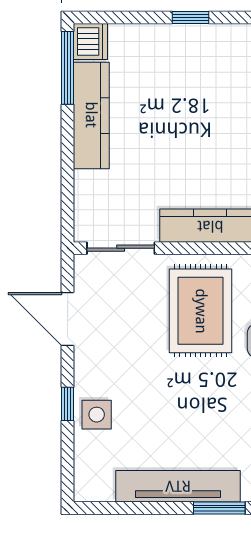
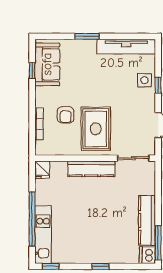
tv unit: (178, 486) -> (126, 47), moved

